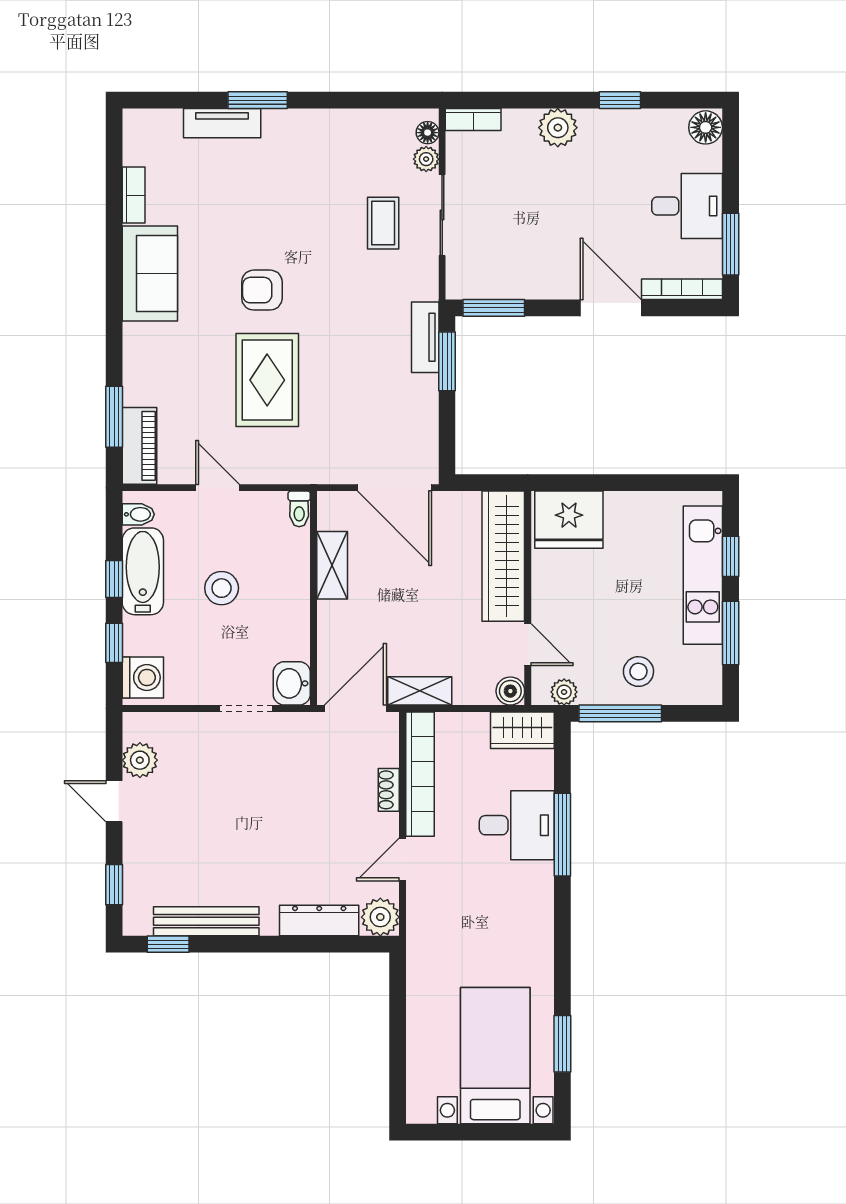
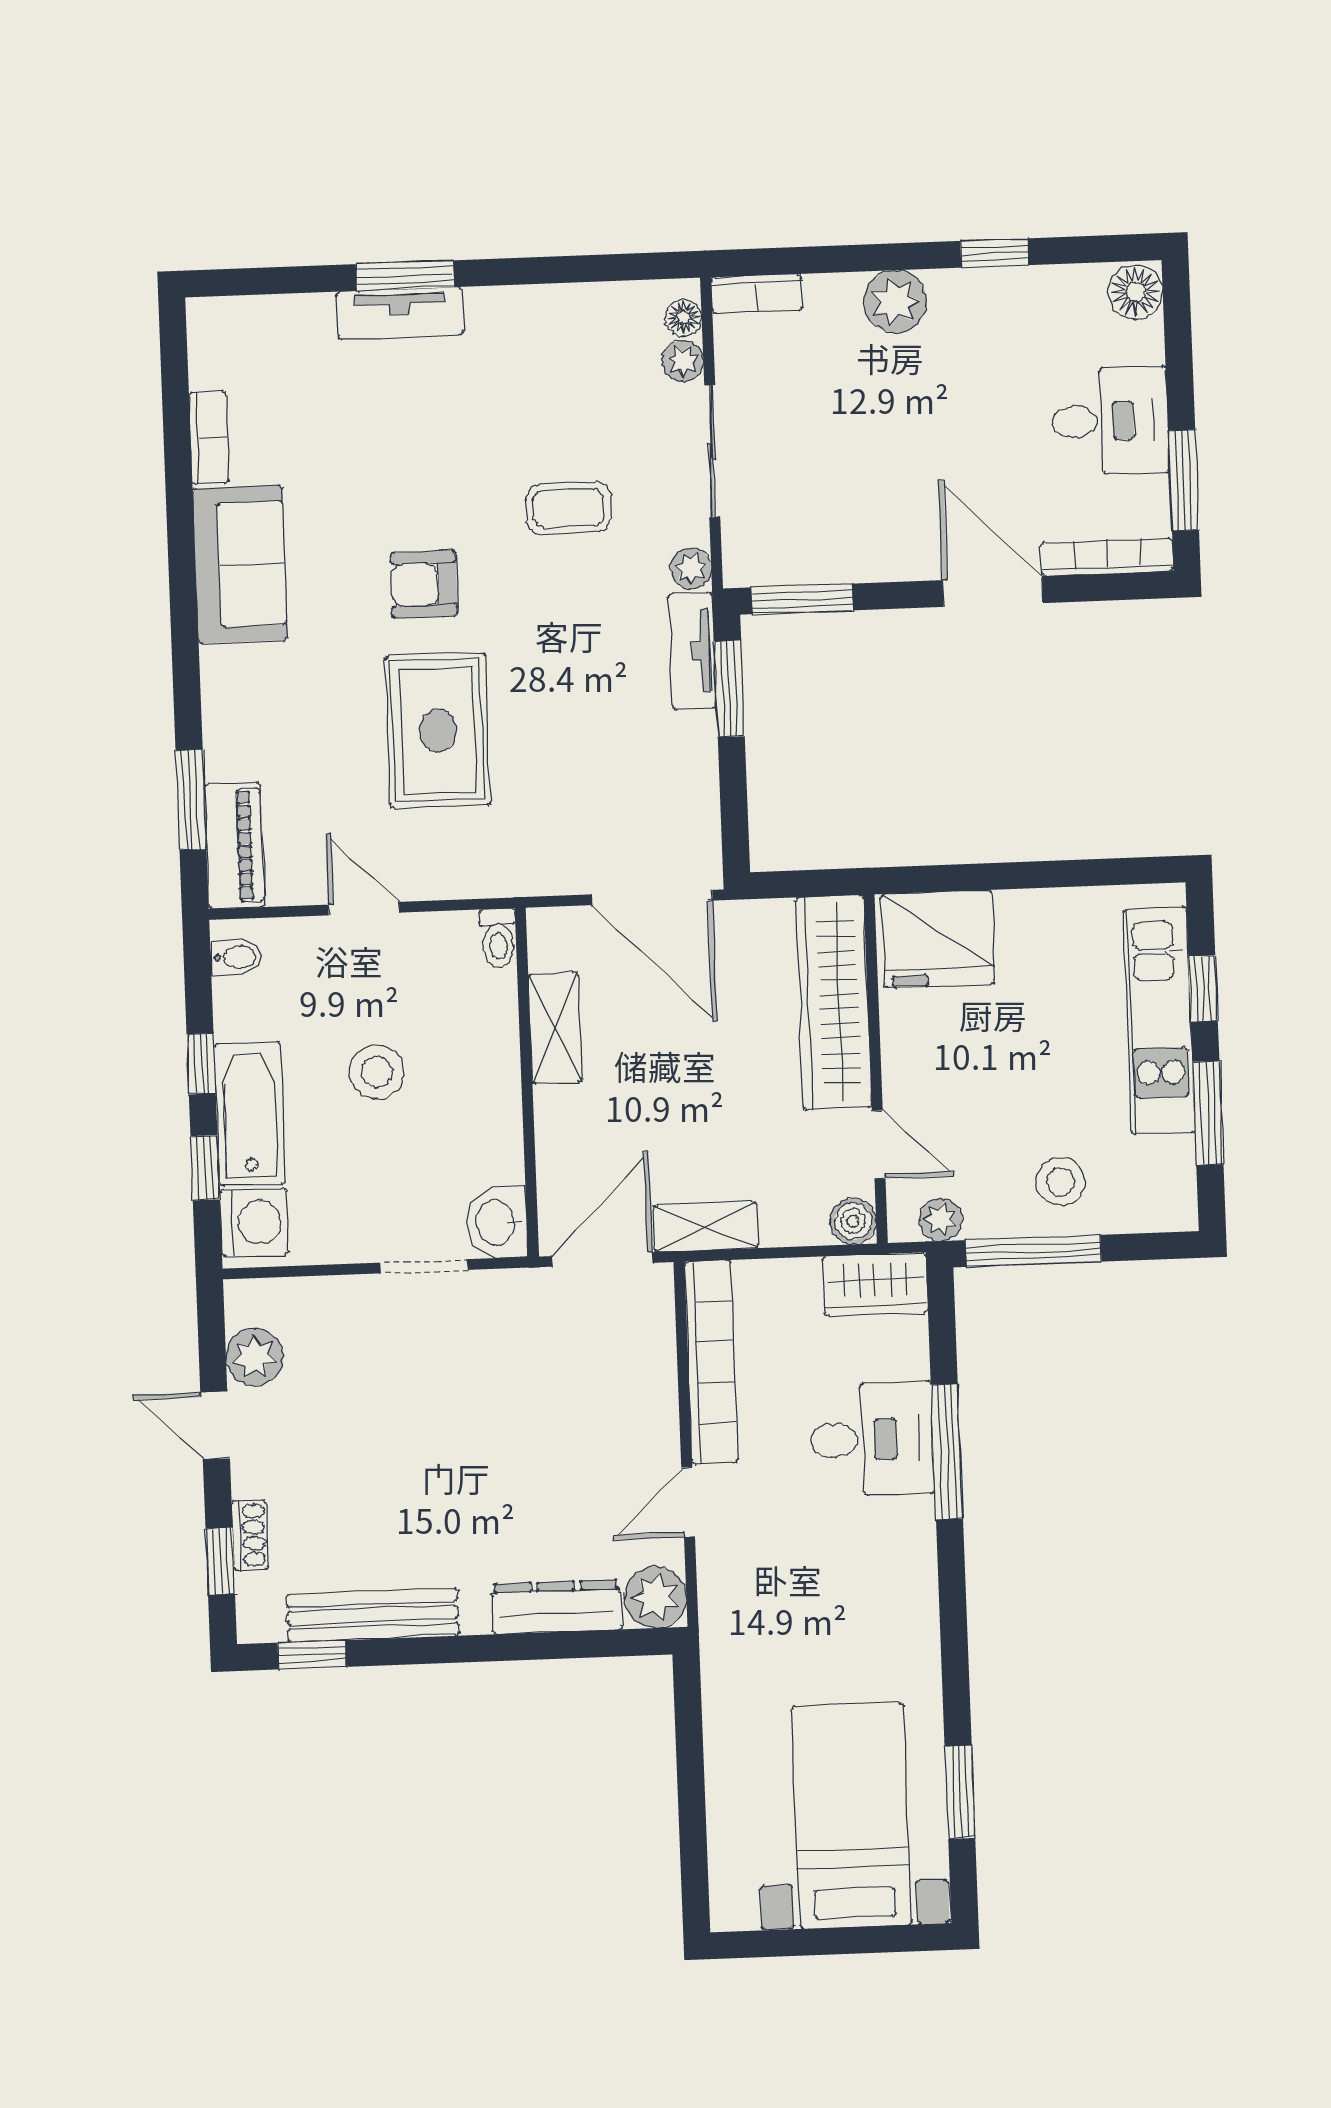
tv unit: (222, 123) -> (400, 313), moved
coffee table: (383, 223) -> (568, 508), moved, turned 90
plant: (426, 287) -> (691, 568), added
bathtub: (143, 571) -> (250, 1114), moved
shoe rack: (389, 790) -> (250, 1535), moved, turned 180

